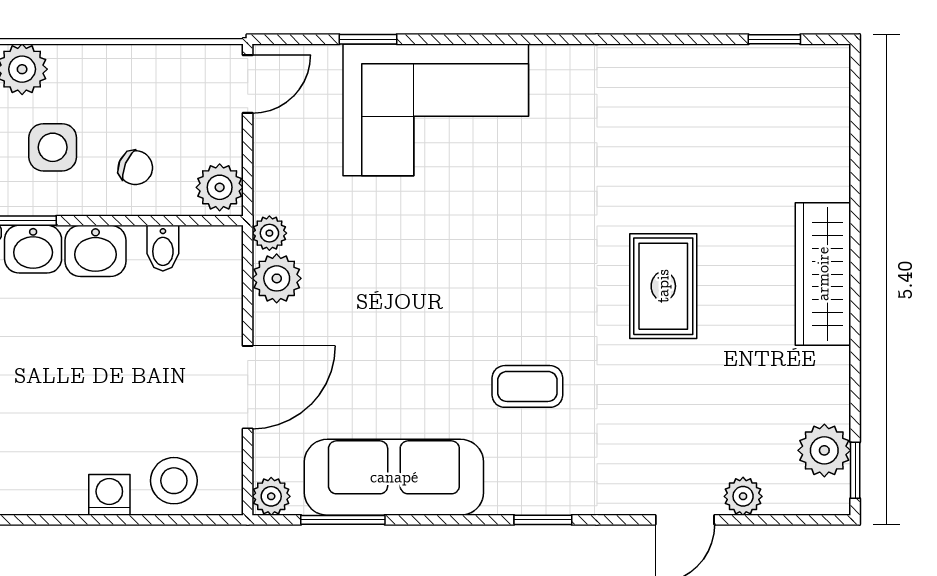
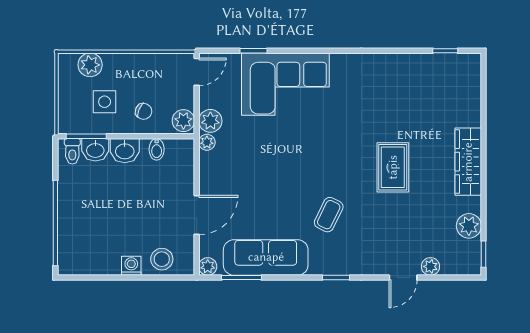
plant: (277, 278) -> (210, 121), moved
coffee table: (527, 386) -> (329, 215), turned -64
plant: (824, 450) -> (469, 226), moved

